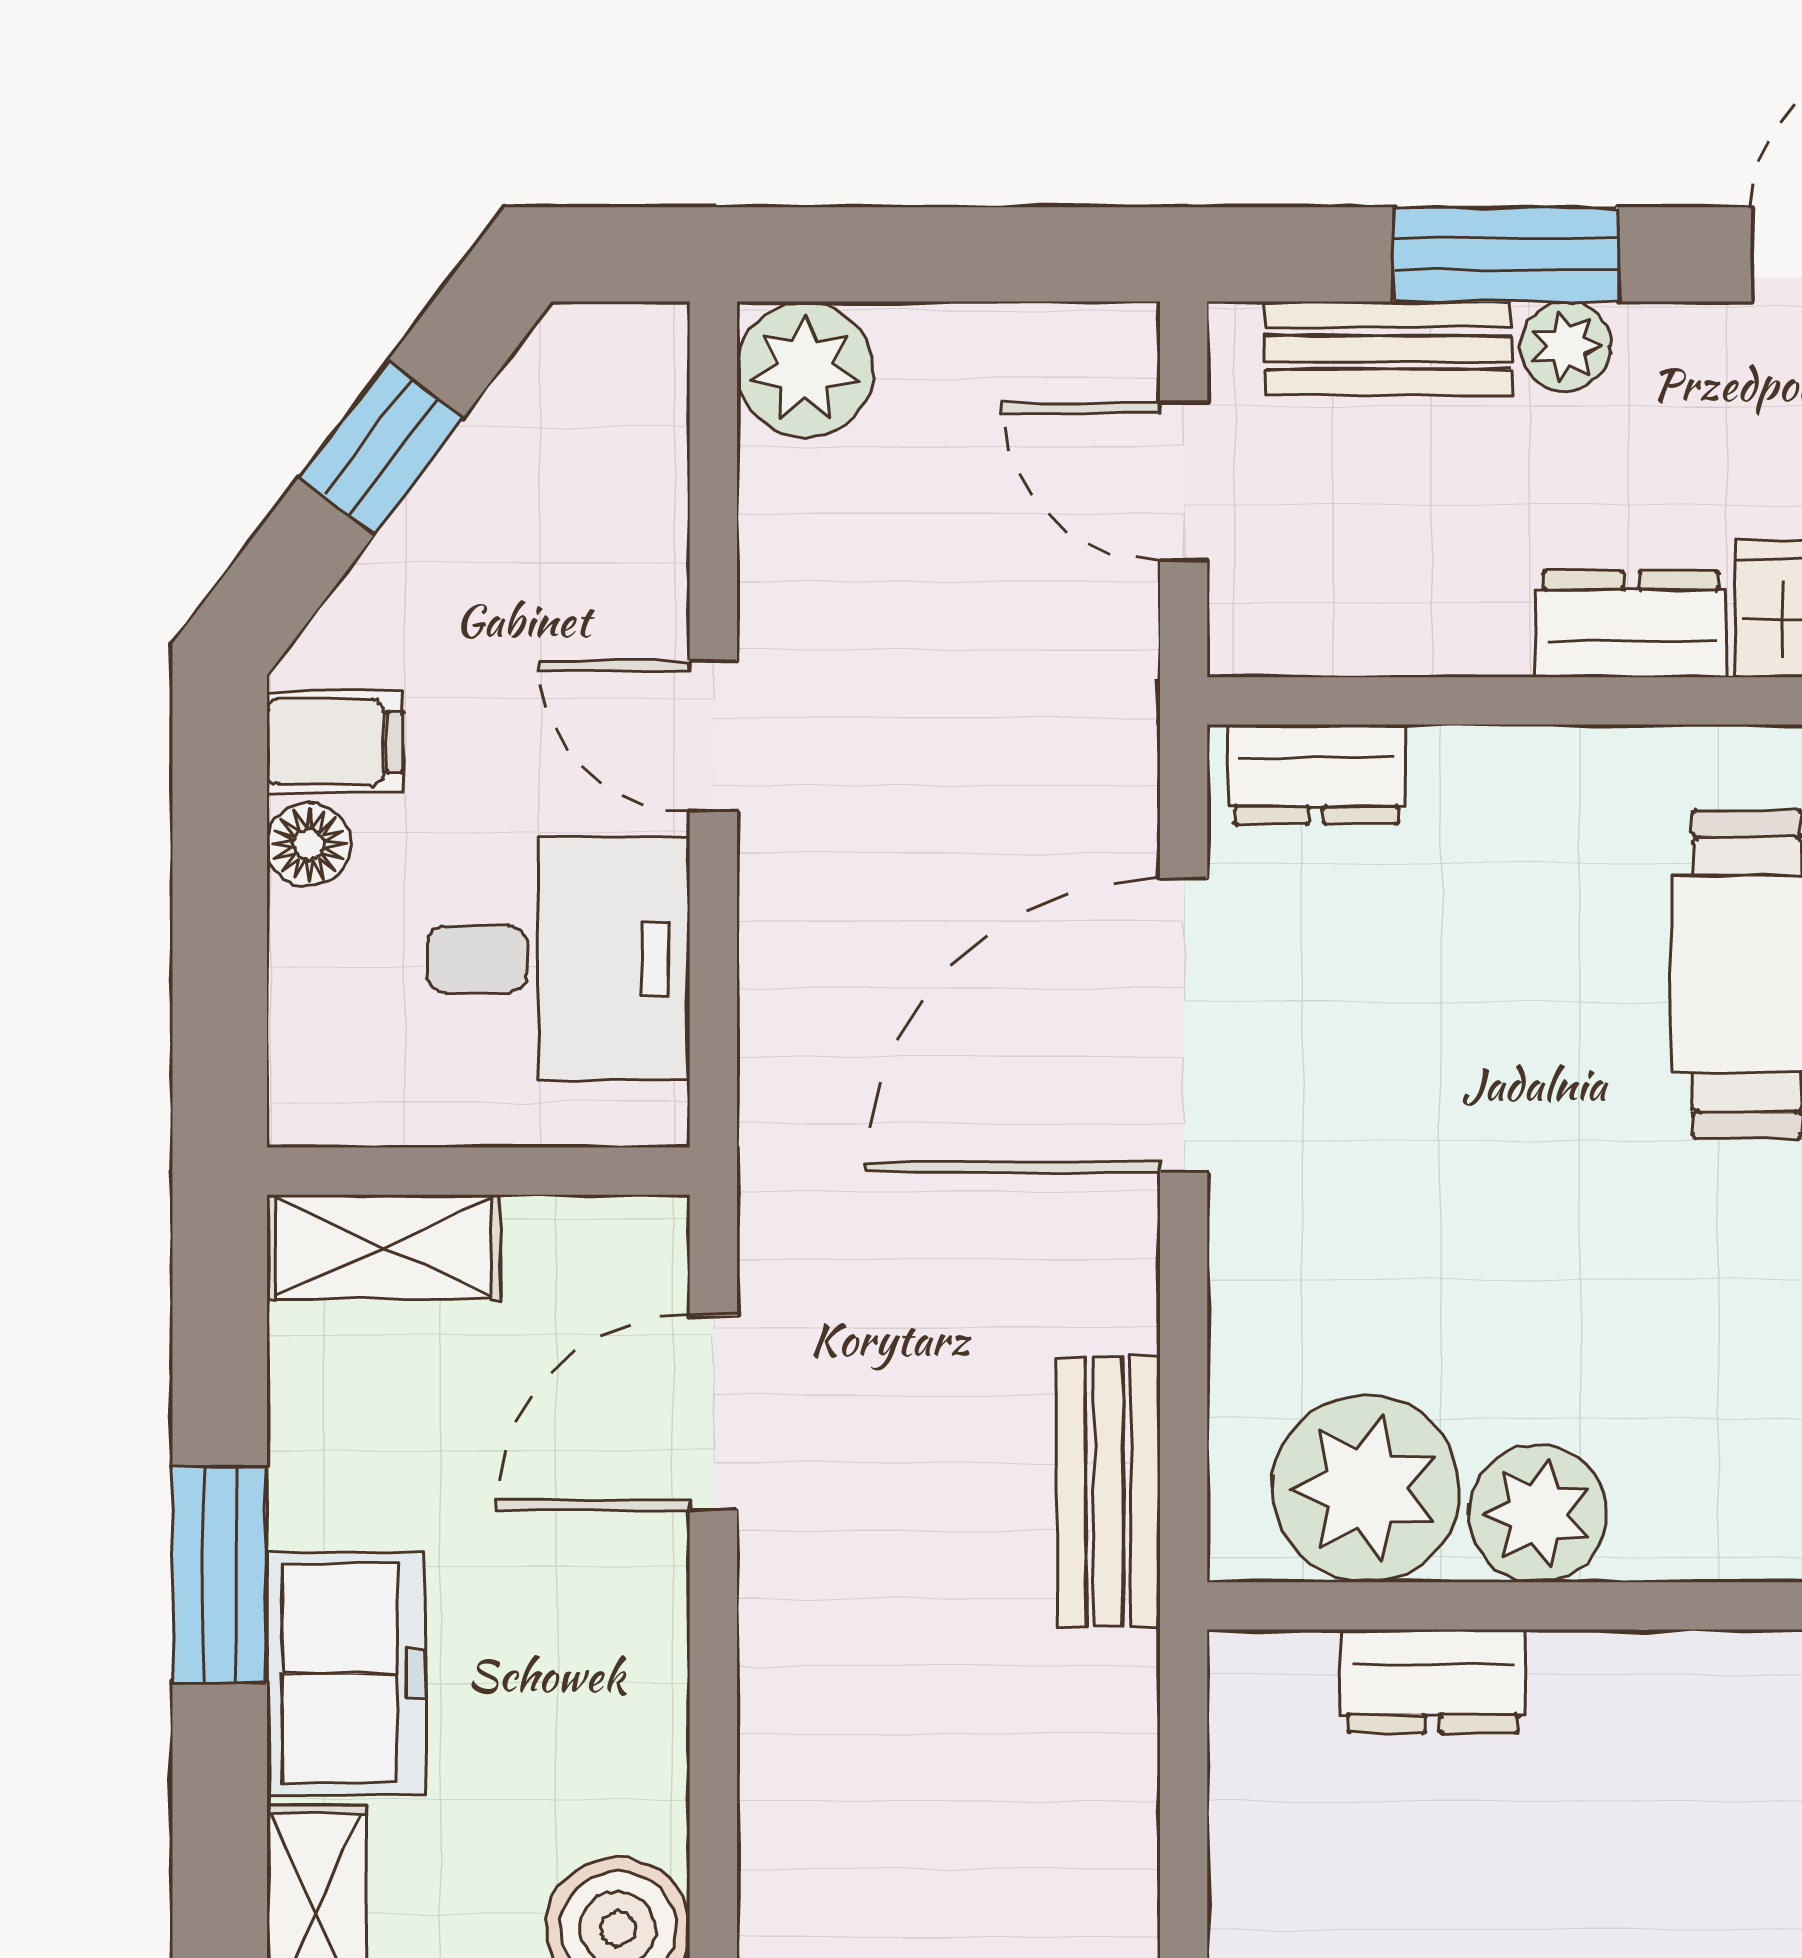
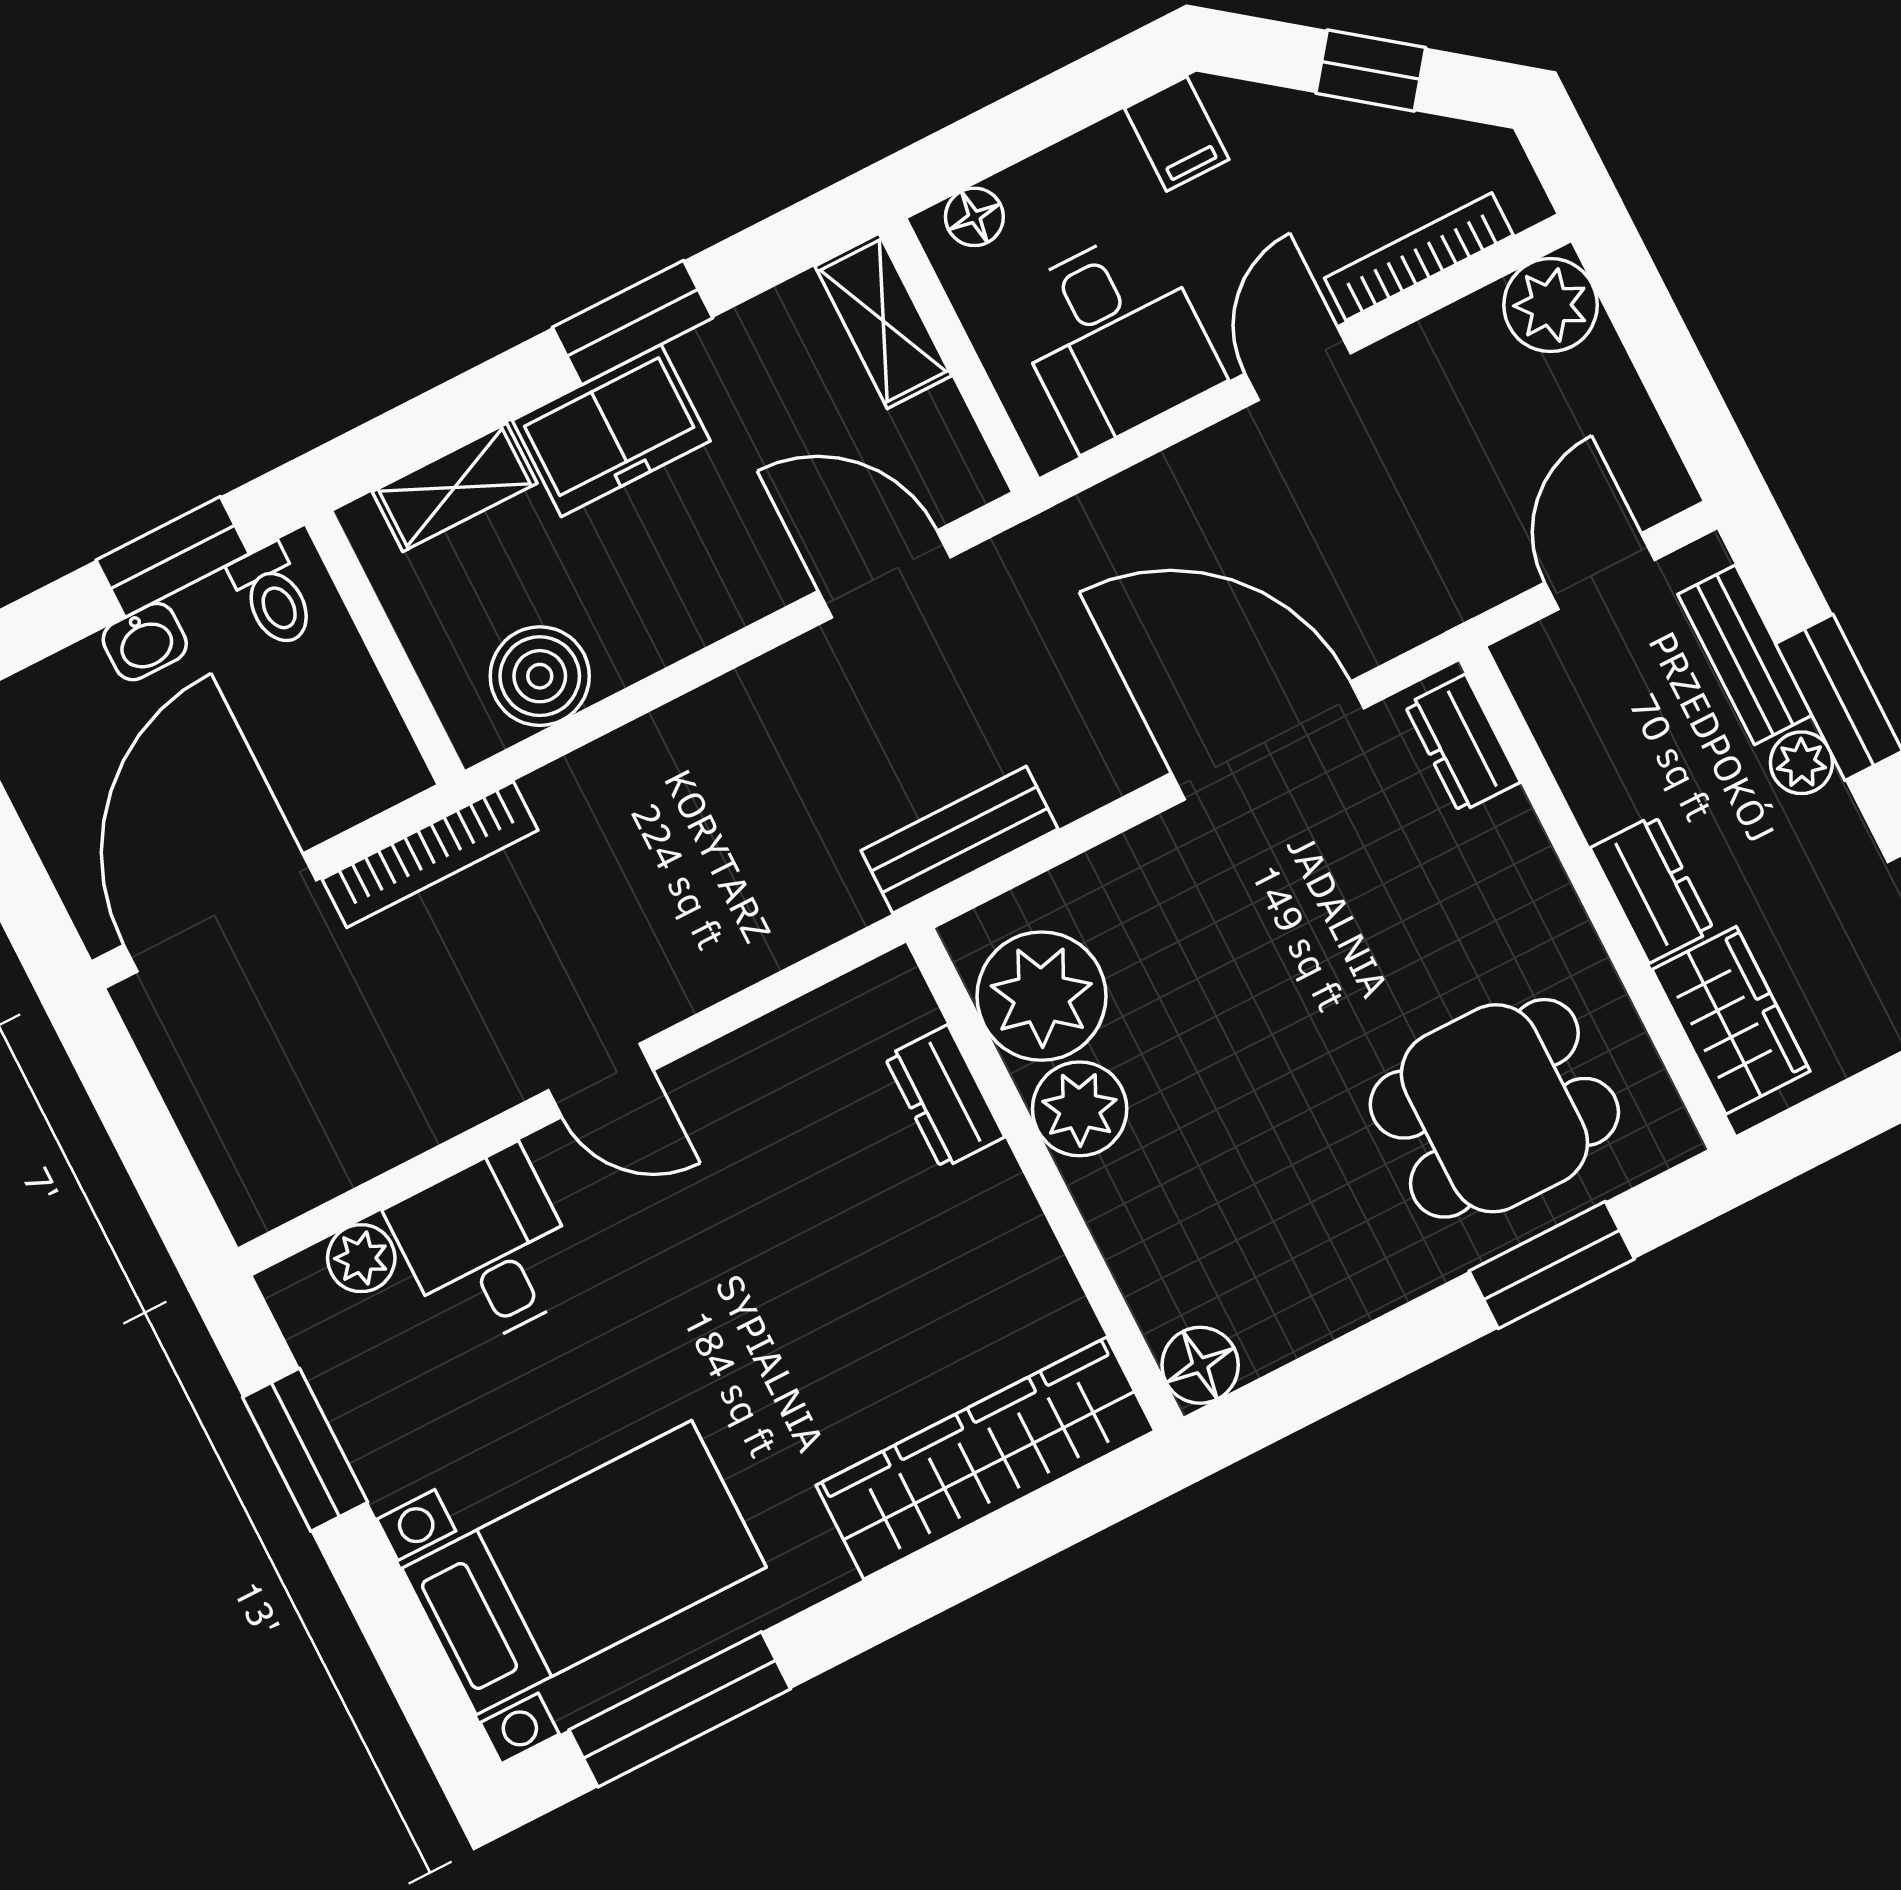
bookcase: (655, 509) -> (1419, 257), added
floor lamp: (309, 844) -> (974, 217), moved

